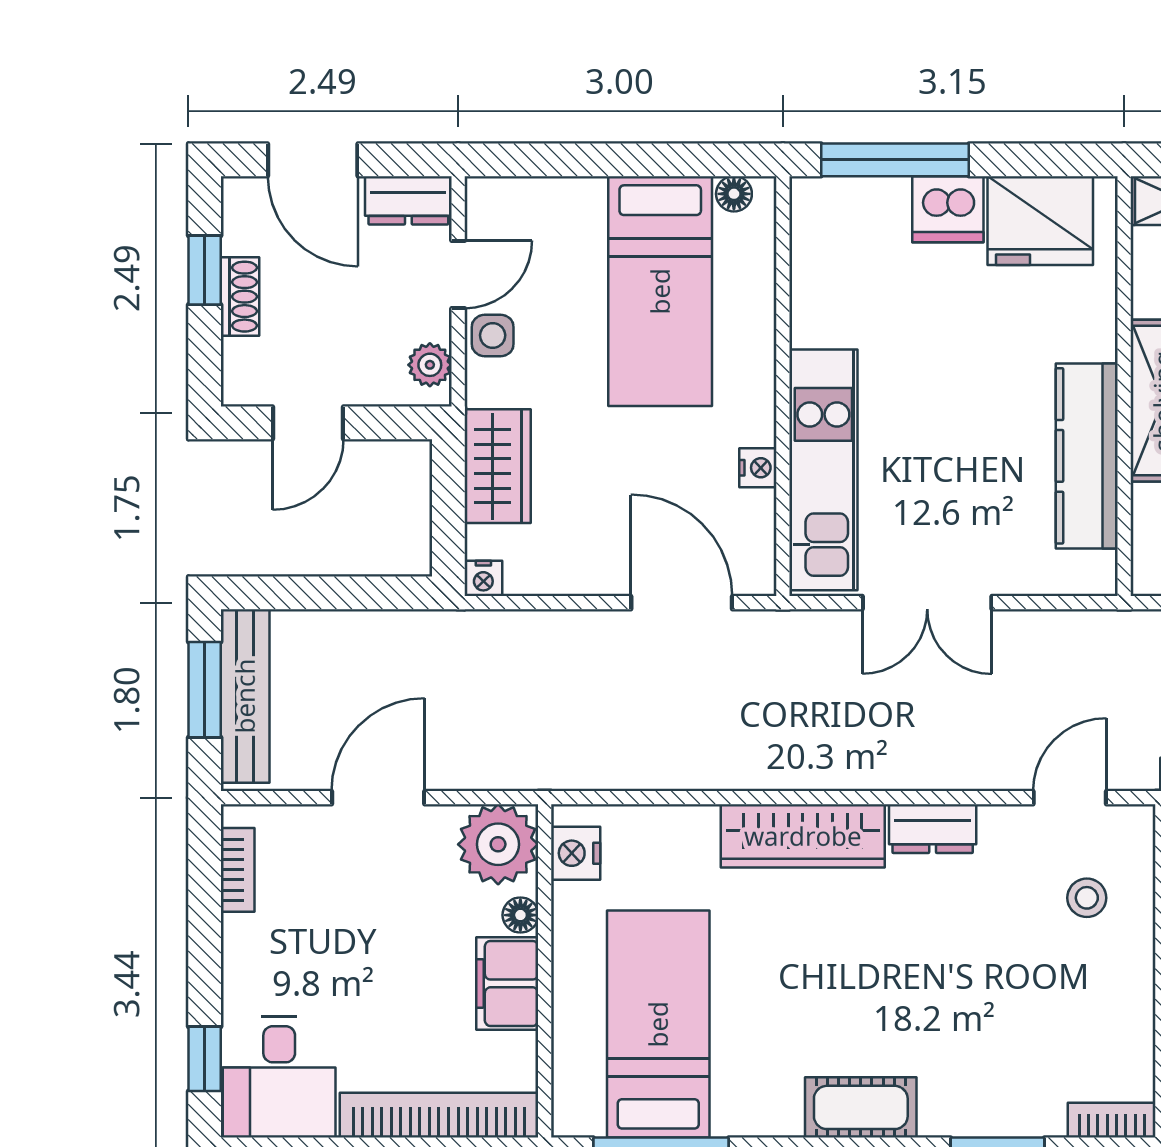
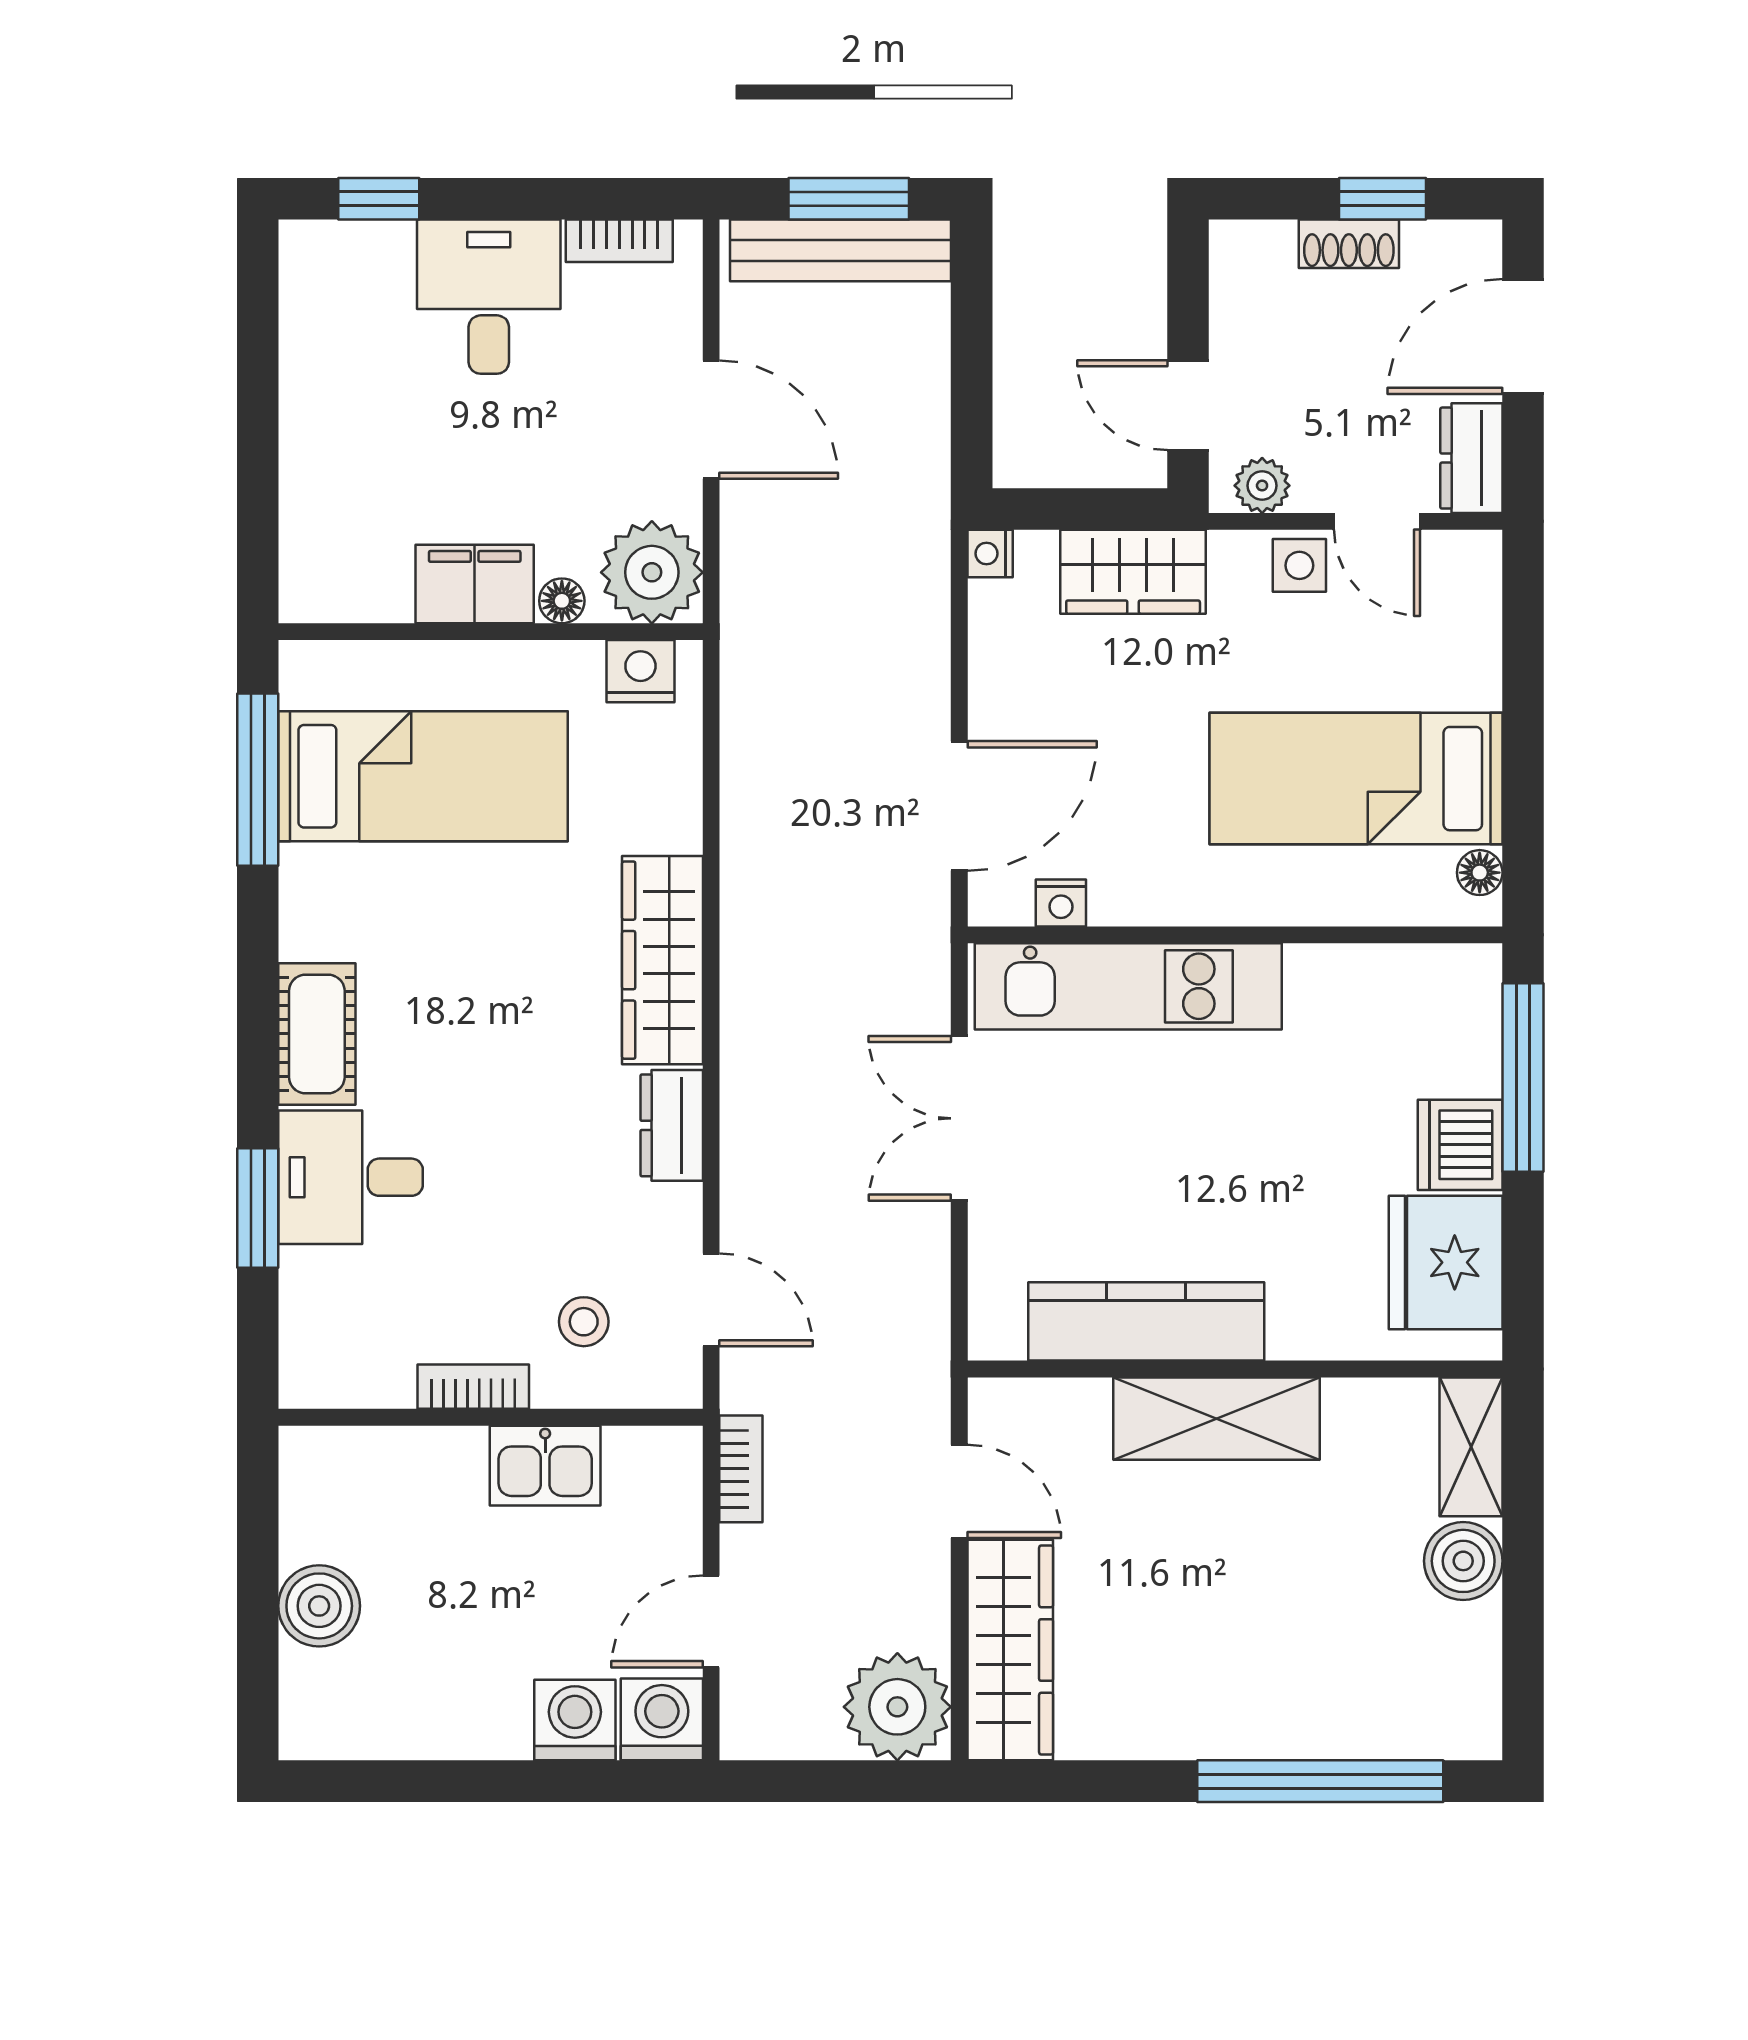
door: (308, 423) -> (1188, 405), moved
nightstand: (758, 468) -> (1061, 903), moved
desk: (279, 1077) -> (489, 297), moved, turned 90
desk: (973, 1081) -> (351, 1177), added
bookcase: (439, 1115) -> (307, 497), removed
bookcase: (1112, 1120) -> (473, 1387), moved, turned -90

